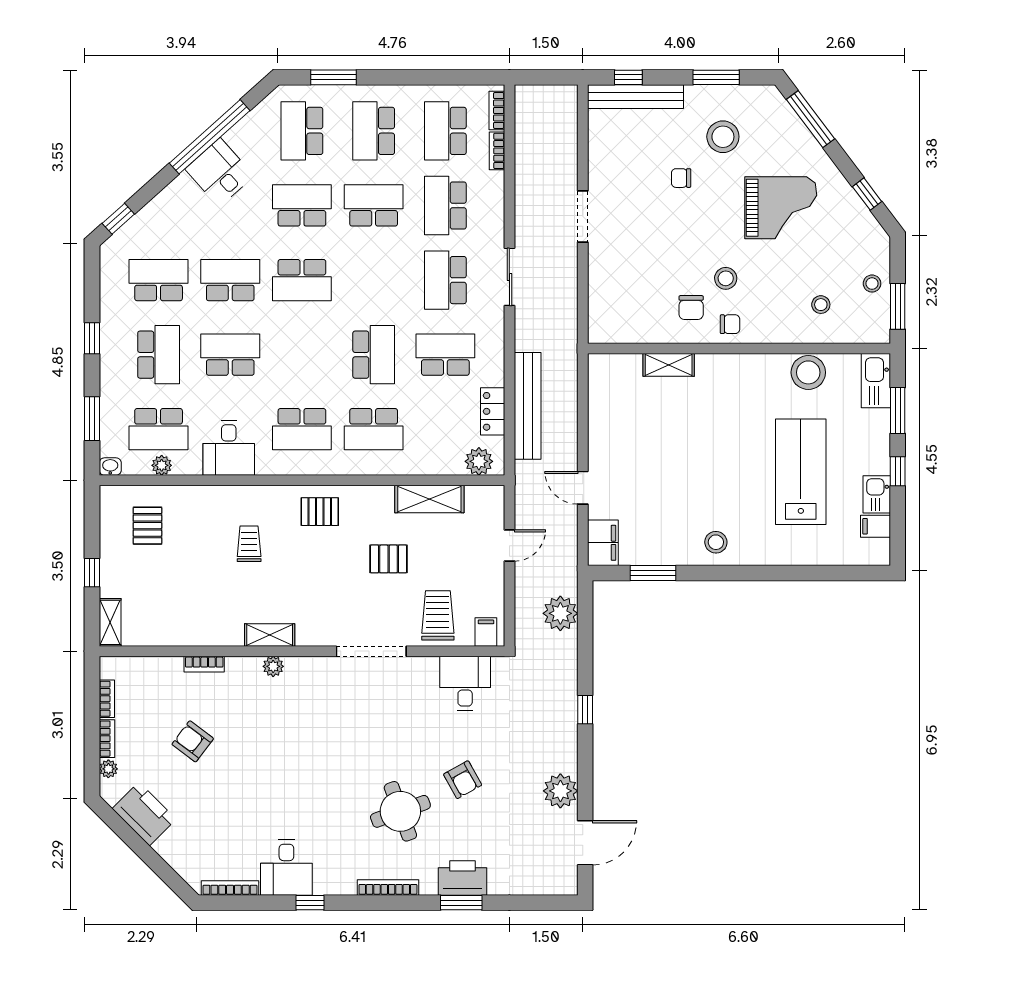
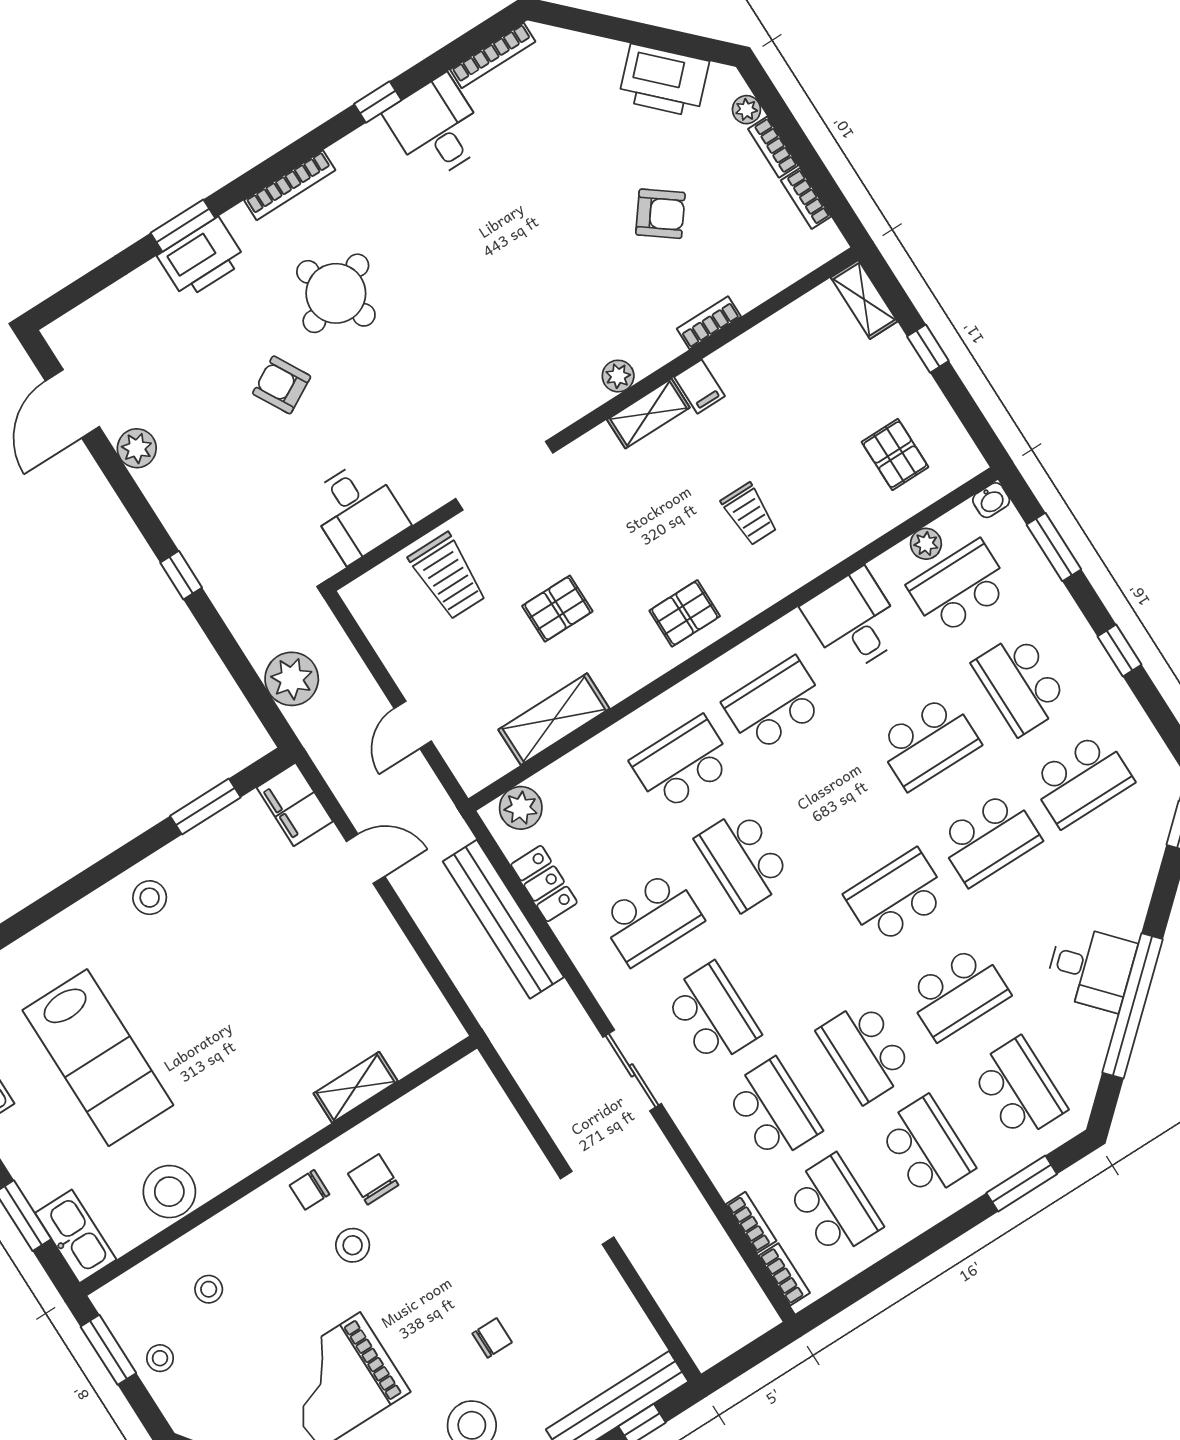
school desk: (374, 205) -> (865, 1051), turned 90
filing cabinet: (486, 632) -> (700, 387), moved
plant: (560, 791) -> (137, 448), width x0.73, depth x0.73

